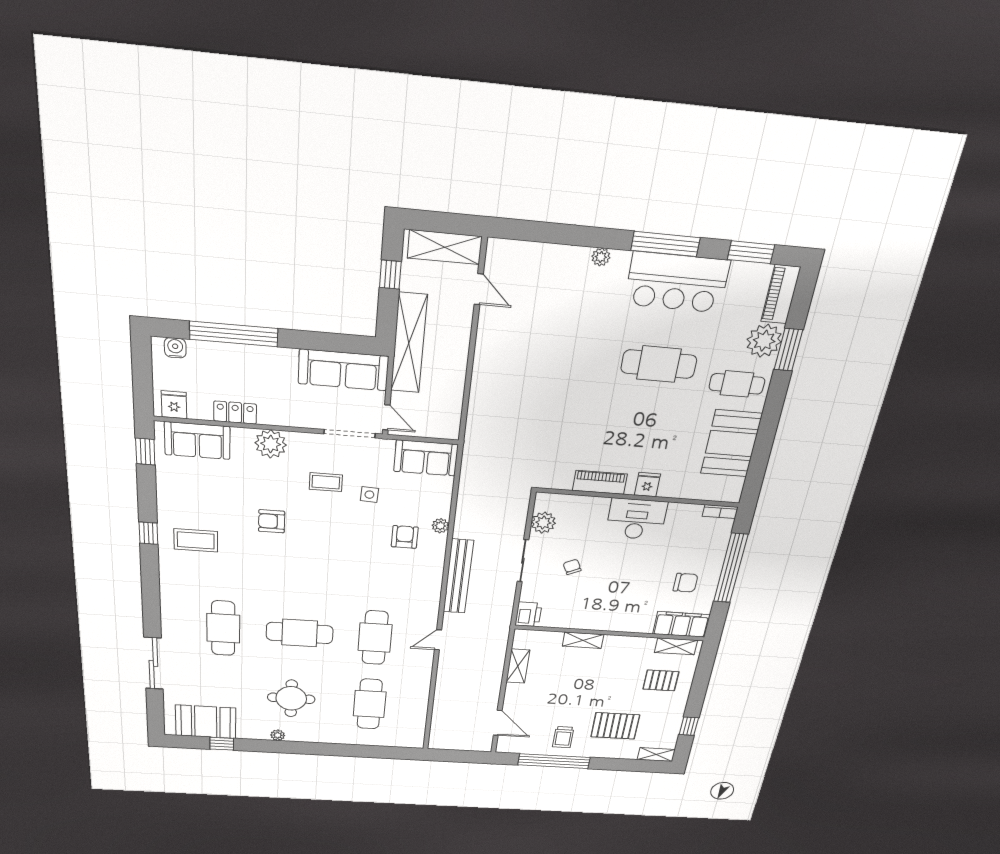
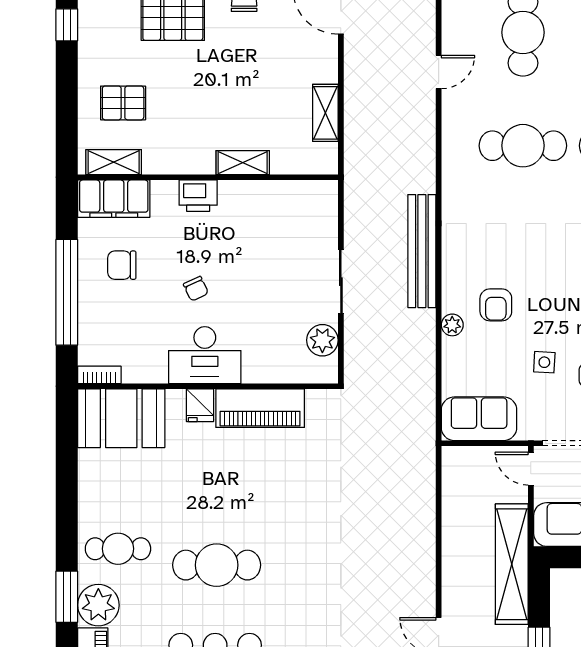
booth: (731, 444) -> (121, 418), moved, turned 90
piano: (600, 482) -> (260, 408), width x1.37, depth x1.33
chair: (572, 567) -> (196, 289), moved
printer: (528, 614) -> (198, 196), moved, turned -90
cafe table: (375, 638) -> (523, 146), turned 90
door: (438, 640) -> (439, 72), moved

